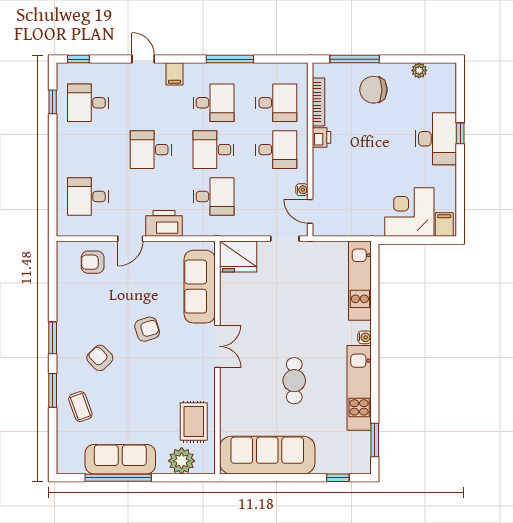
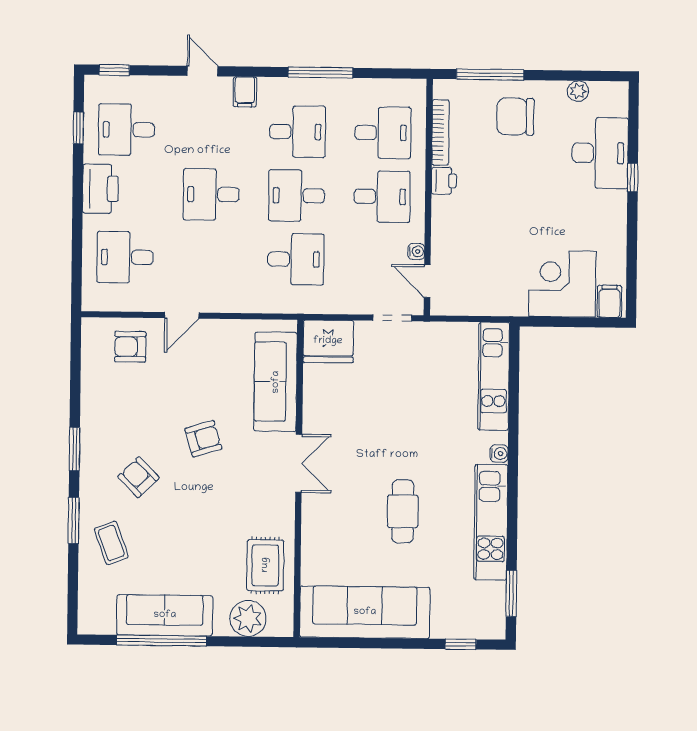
desk: (436, 139) -> (600, 153), moved
printer: (164, 223) -> (100, 189), moved, turned 90

